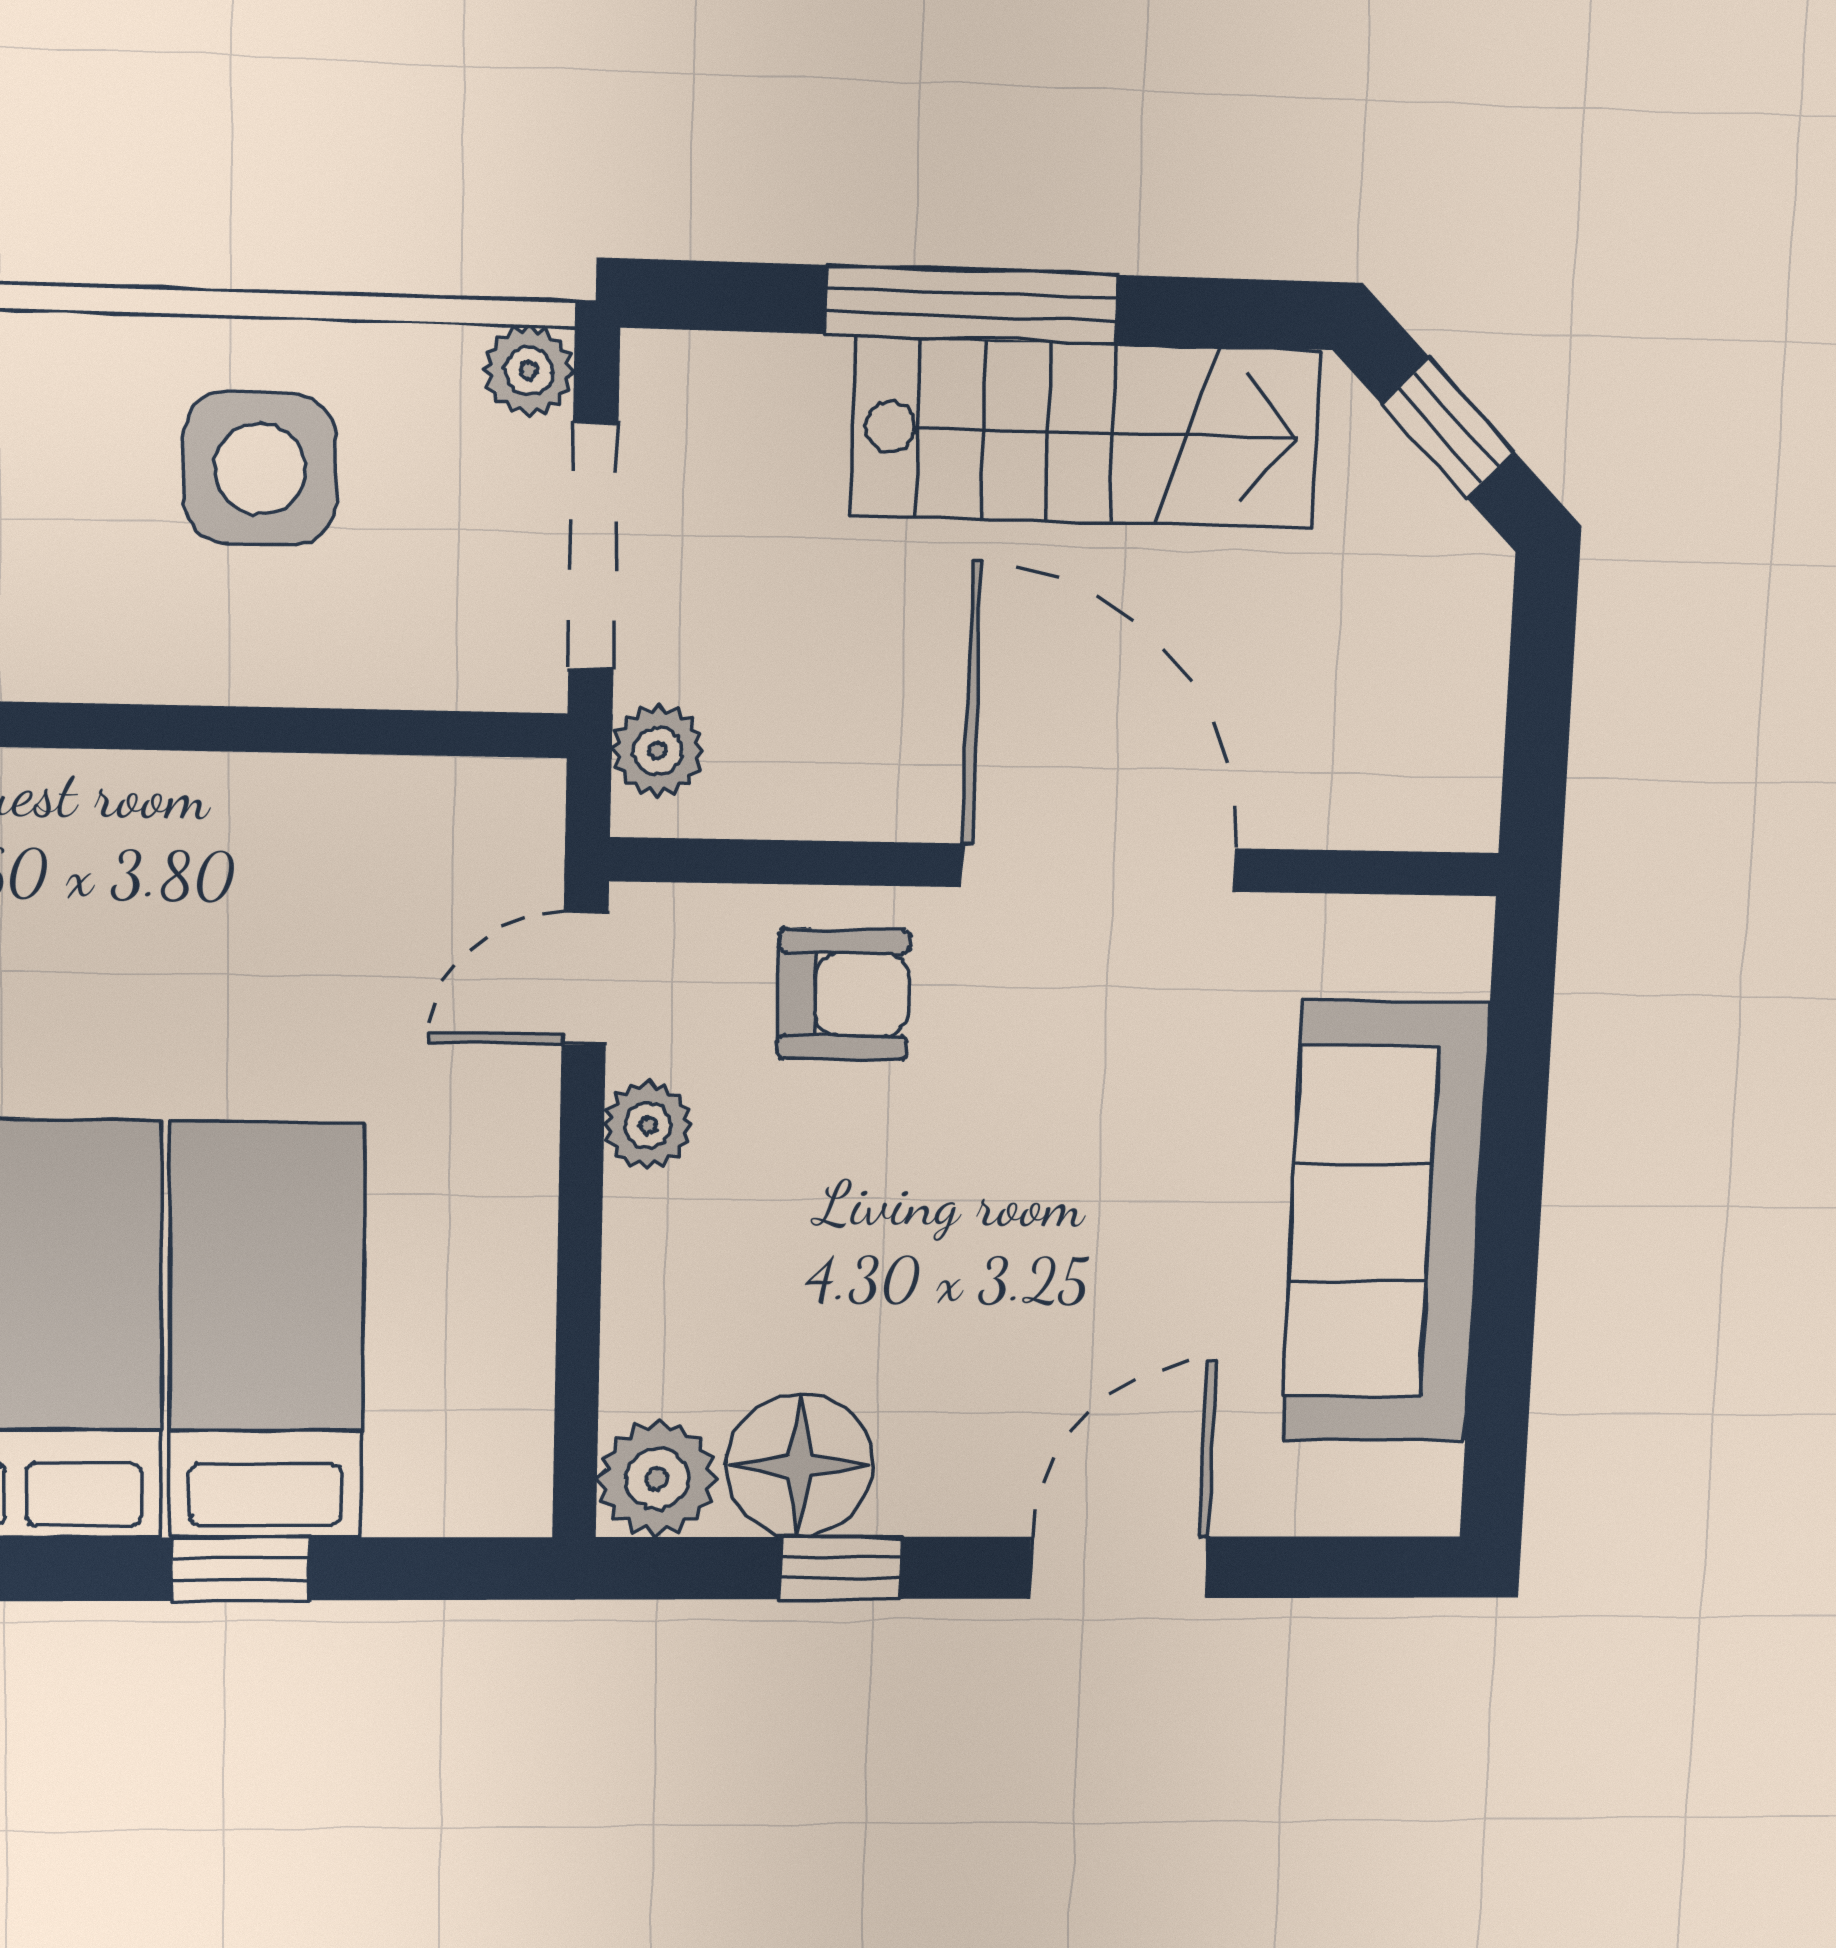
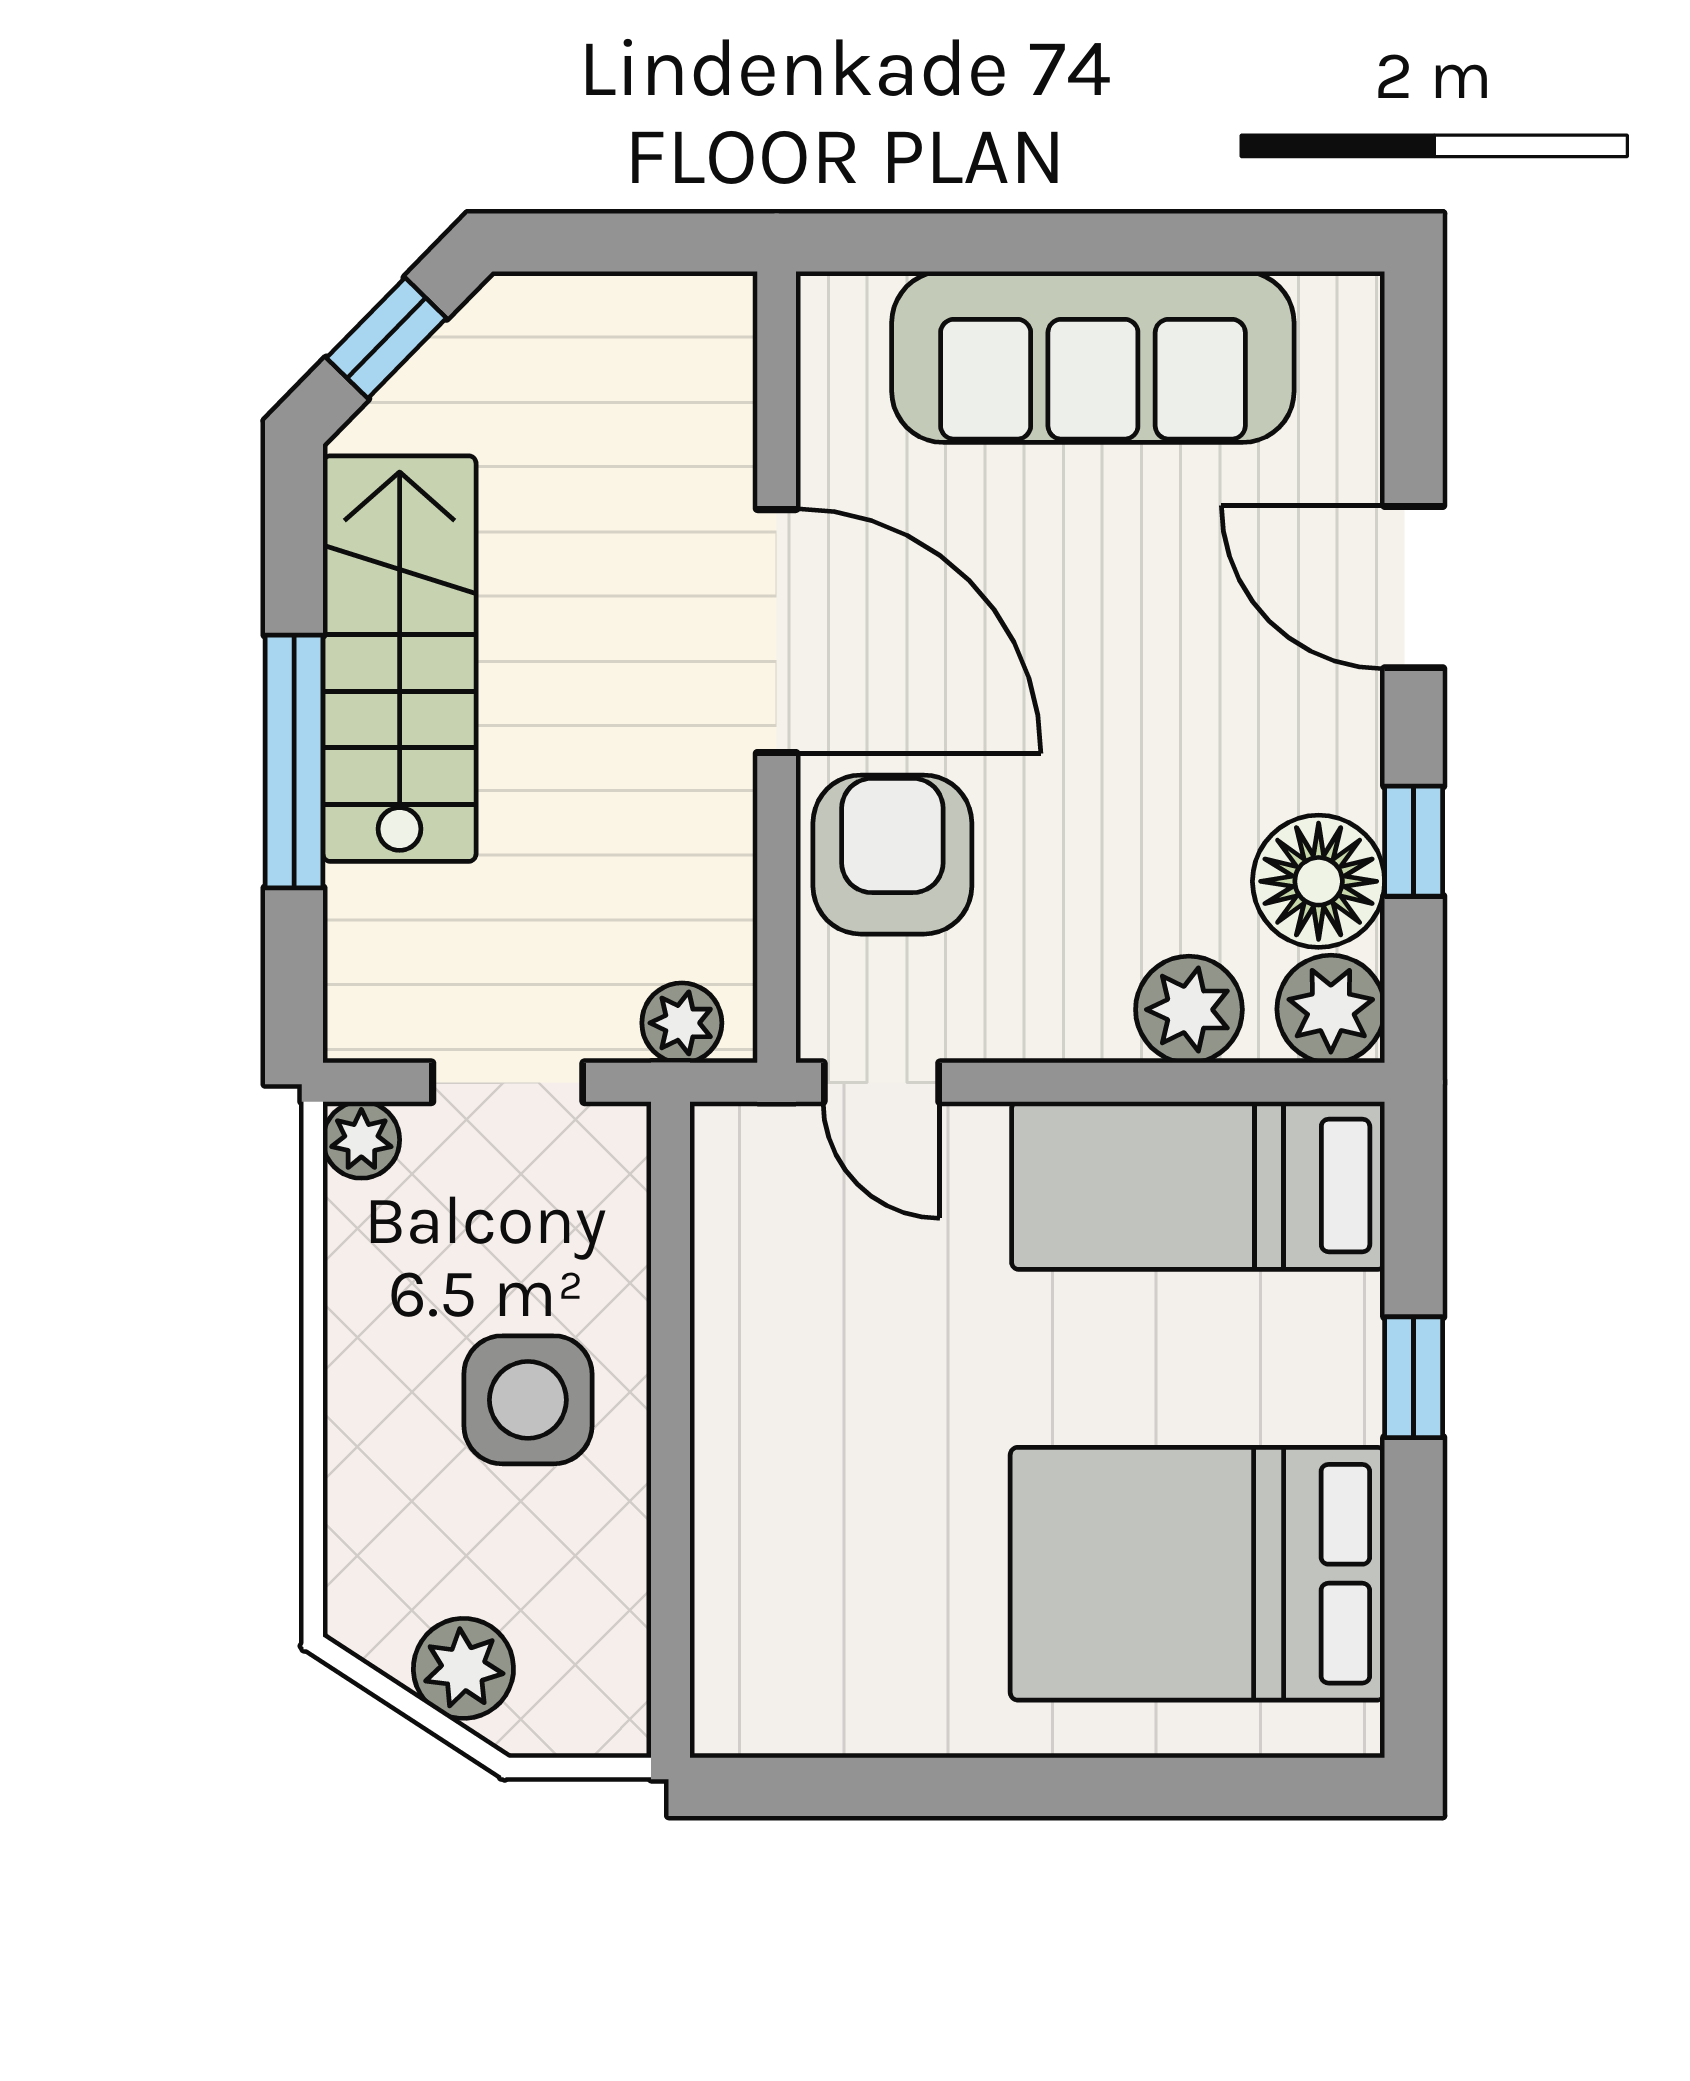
side table: (260, 469) -> (528, 1400), moved
doorway: (593, 546) -> (508, 1082), width x0.73
door: (1099, 868) -> (777, 631), swing flipped
armchair: (843, 994) -> (892, 855), width x1.38, depth x1.38
plant: (648, 1125) -> (1189, 1010), moved, width x1.38, depth x1.38
bed: (267, 1332) -> (1198, 1185), moved

